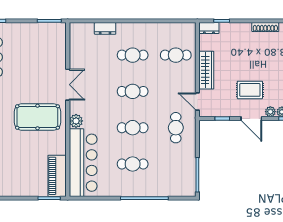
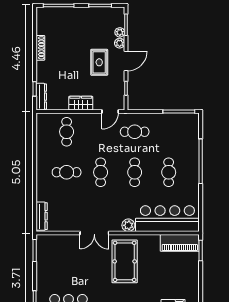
dresser: (105, 28) -> (42, 216), moved, width x1.44
dresser: (209, 28) -> (41, 97), width x1.44
cafe table: (133, 55) -> (67, 172), turned 90
wardrobe: (206, 70) -> (81, 103), width x0.67
double door: (68, 85) -> (94, 233), swing flipped

